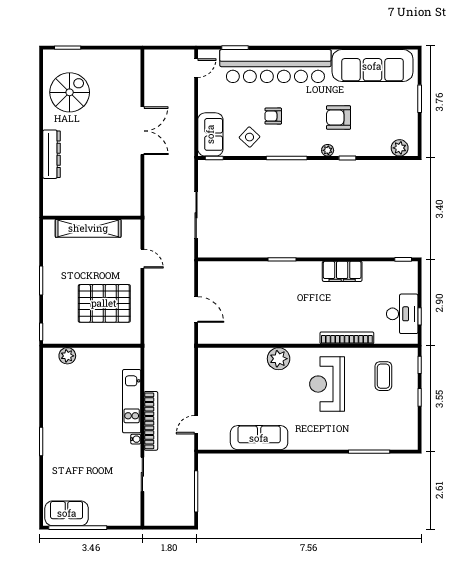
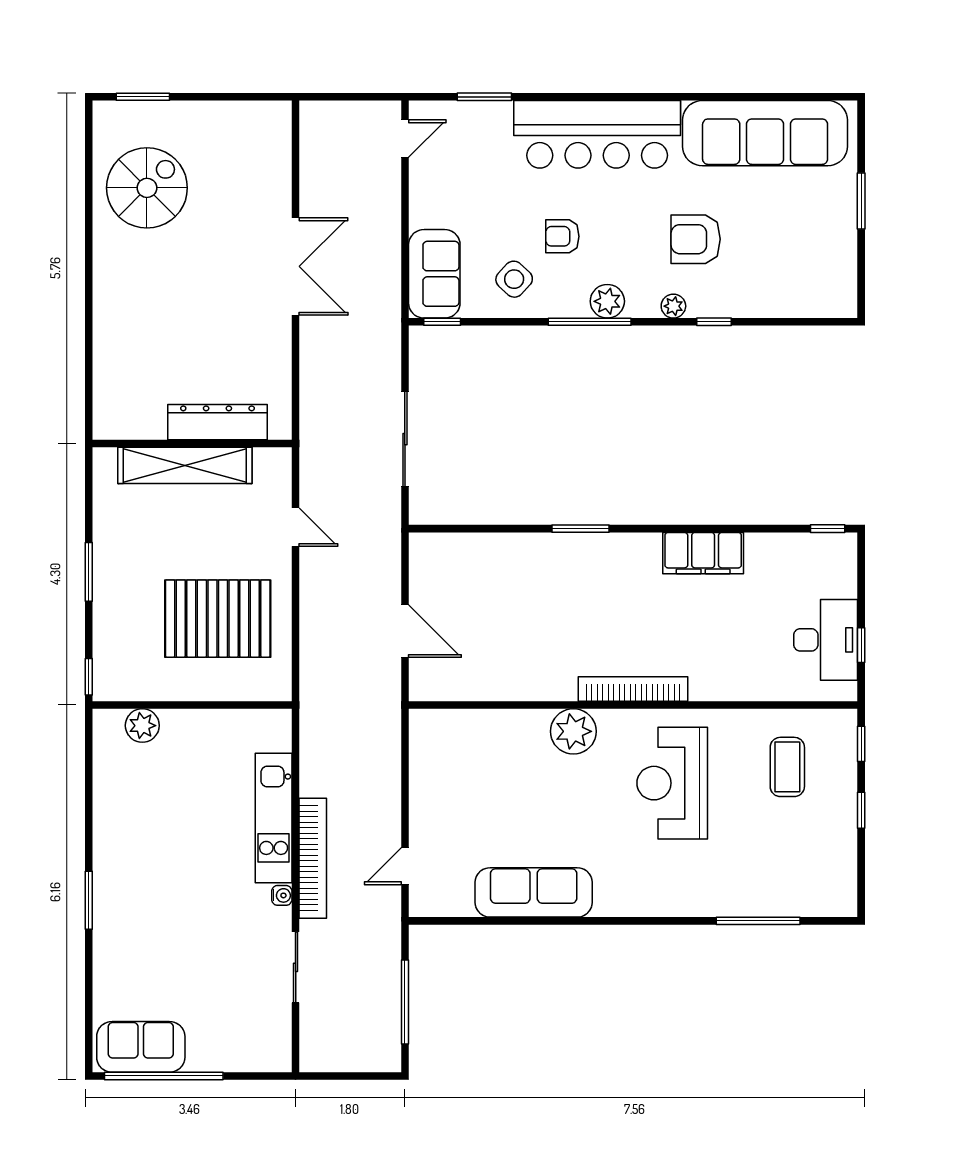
bar counter: (275, 66) -> (597, 134), width x0.73
plant: (400, 148) -> (607, 301), moved
dresser: (52, 154) -> (217, 422), moved, turned -90
bookcase: (347, 338) -> (633, 689), moved

